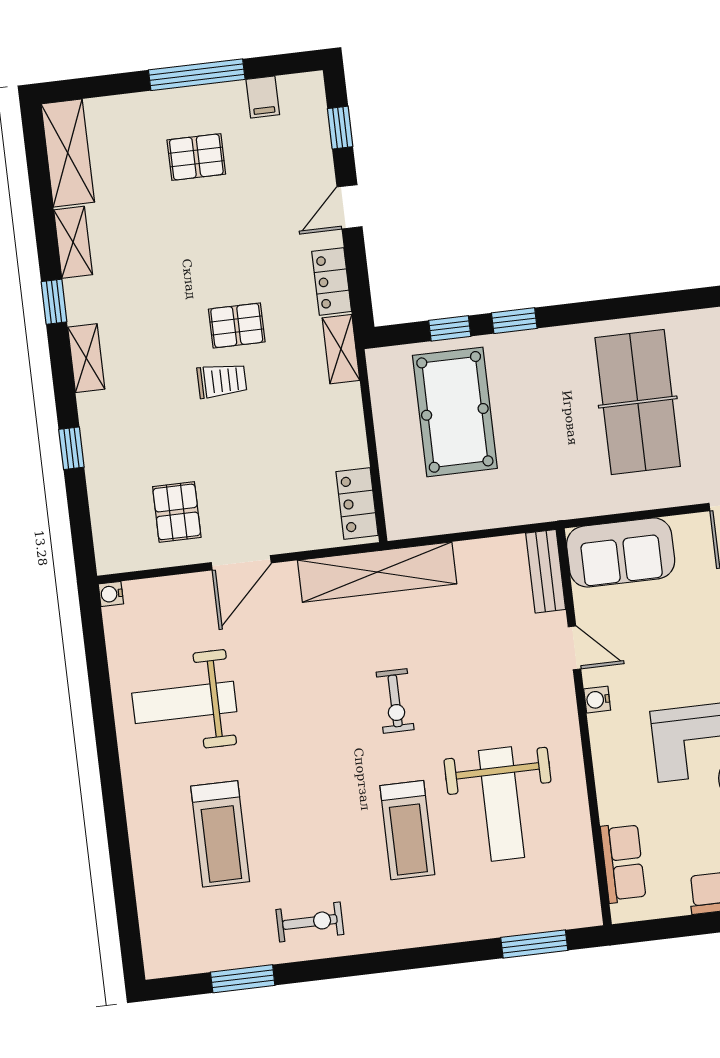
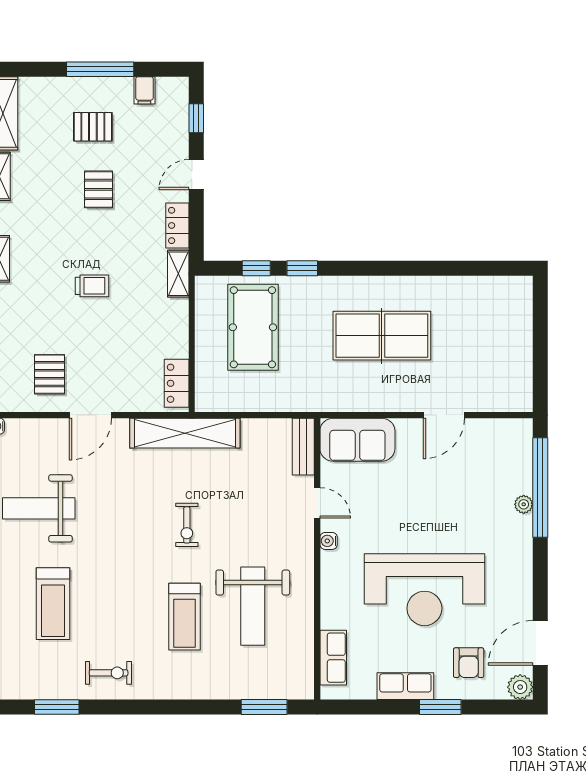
pallet: (237, 325) -> (99, 189), moved, turned 90
table tennis table: (638, 402) -> (382, 336), turned 90

